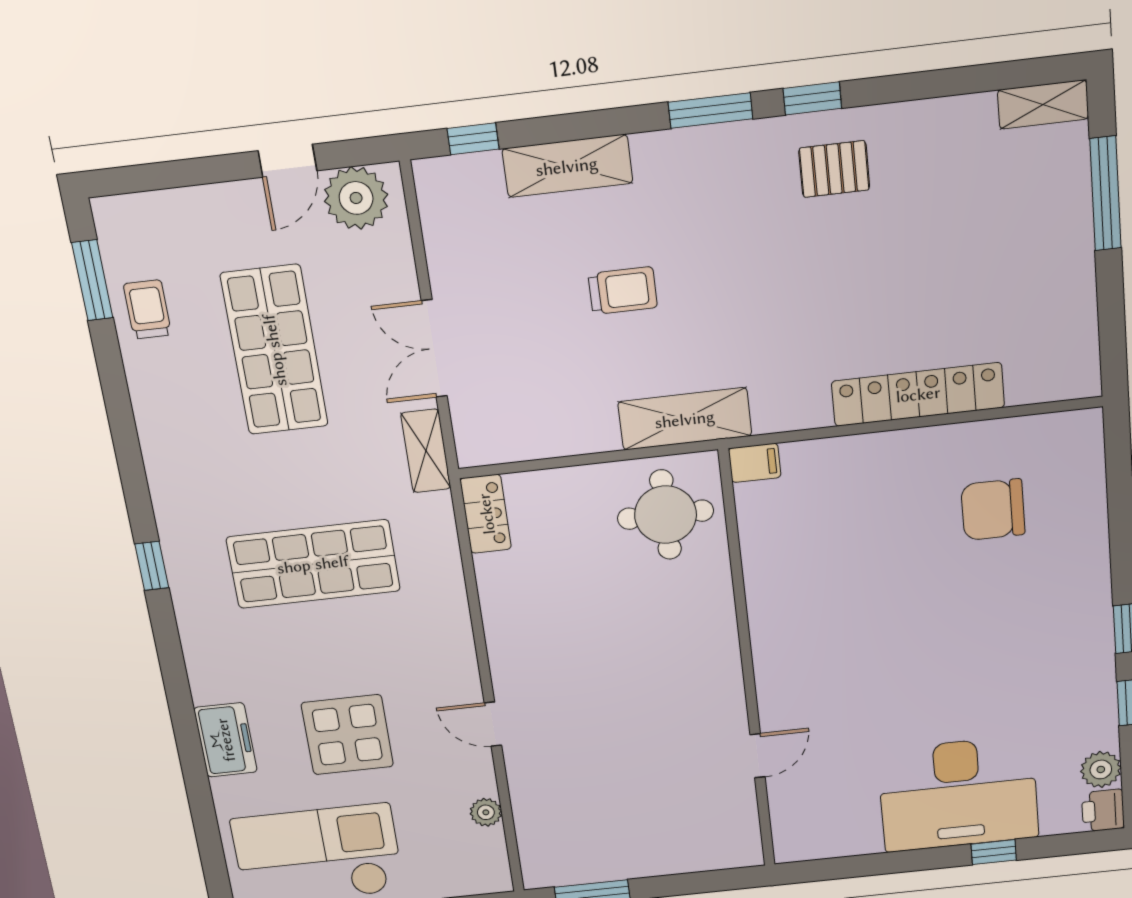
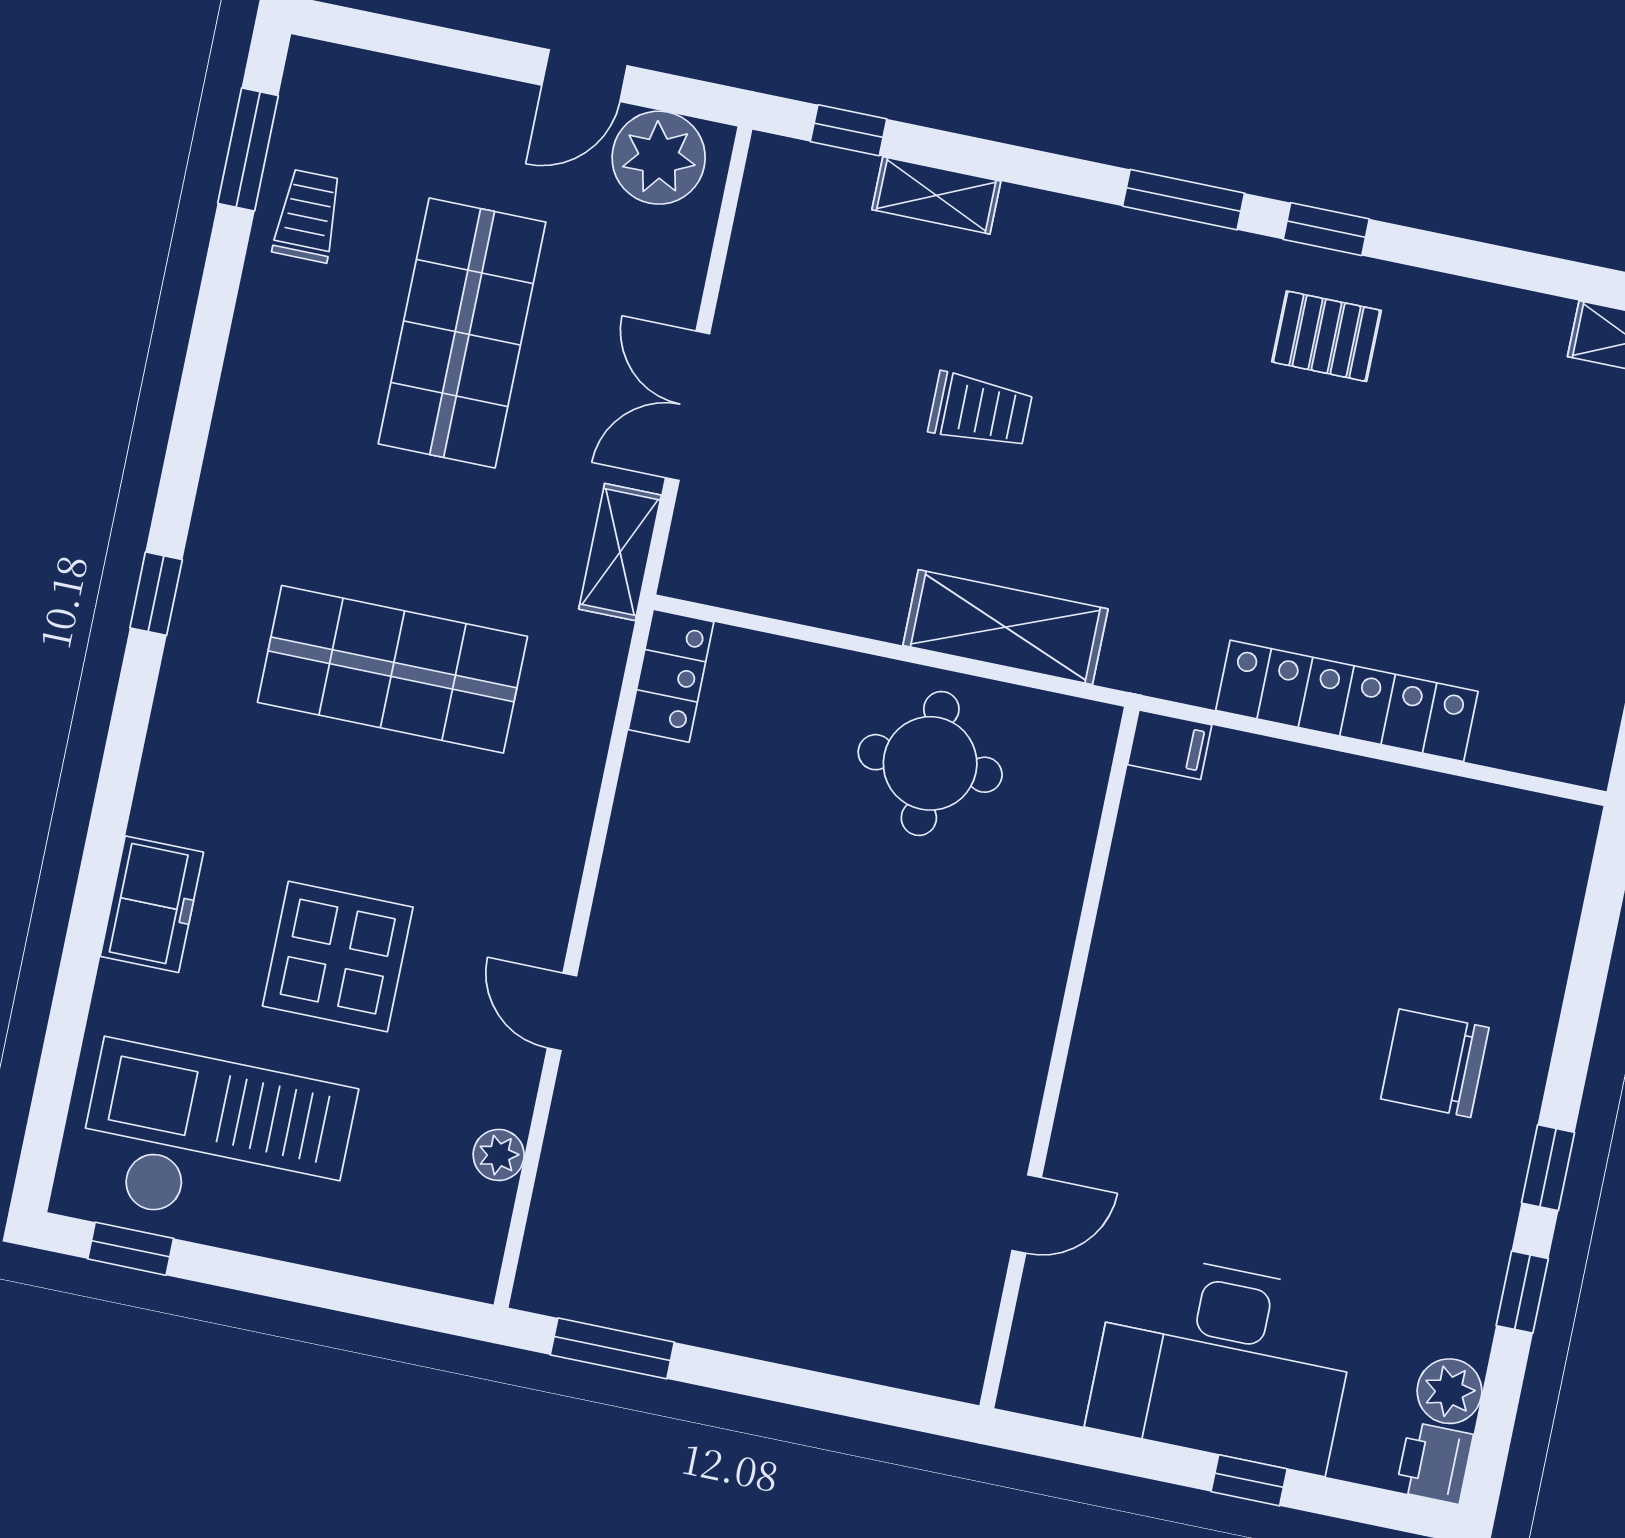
shelving: (567, 166) -> (936, 195), width x0.67, depth x0.75
filing cabinet: (755, 463) -> (1170, 745), moved
chair: (993, 510) -> (1435, 1063), moved
wall: (747, 664) -> (1059, 1057), moved
door: (758, 756) -> (1027, 1214), moved

